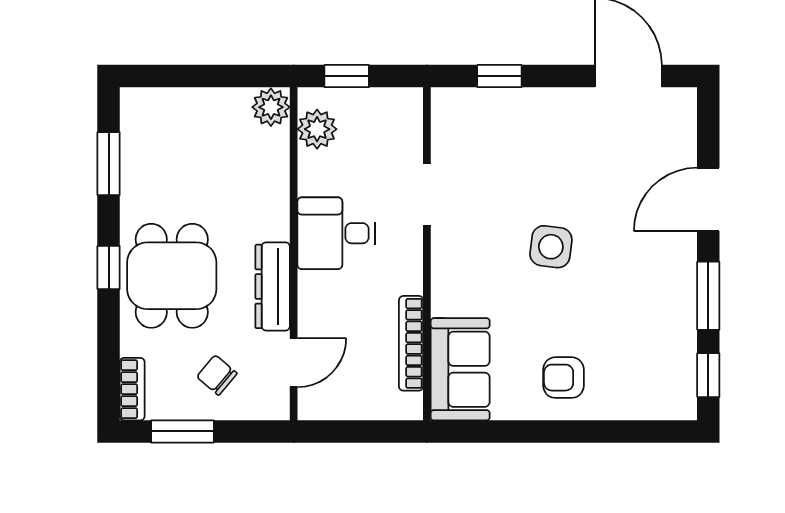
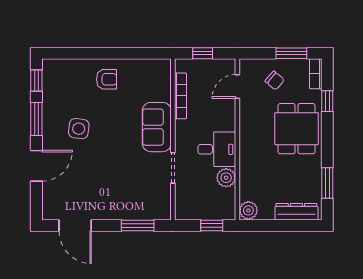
window: (499, 76) -> (138, 225), width x1.50
plant: (317, 129) -> (226, 178), moved
side table: (551, 247) -> (79, 129), moved
window: (109, 267) -> (327, 101), moved
dresser: (273, 286) -> (296, 212), moved, turned -90
sofa: (460, 369) -> (157, 127), moved
window: (365, 431) -> (203, 53), added

